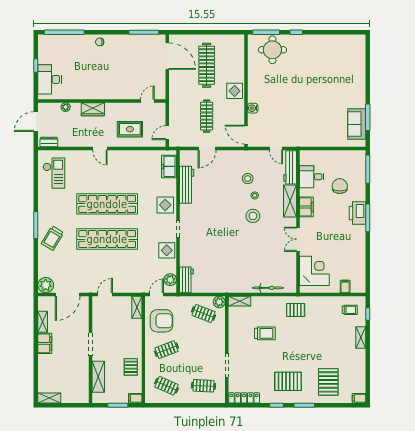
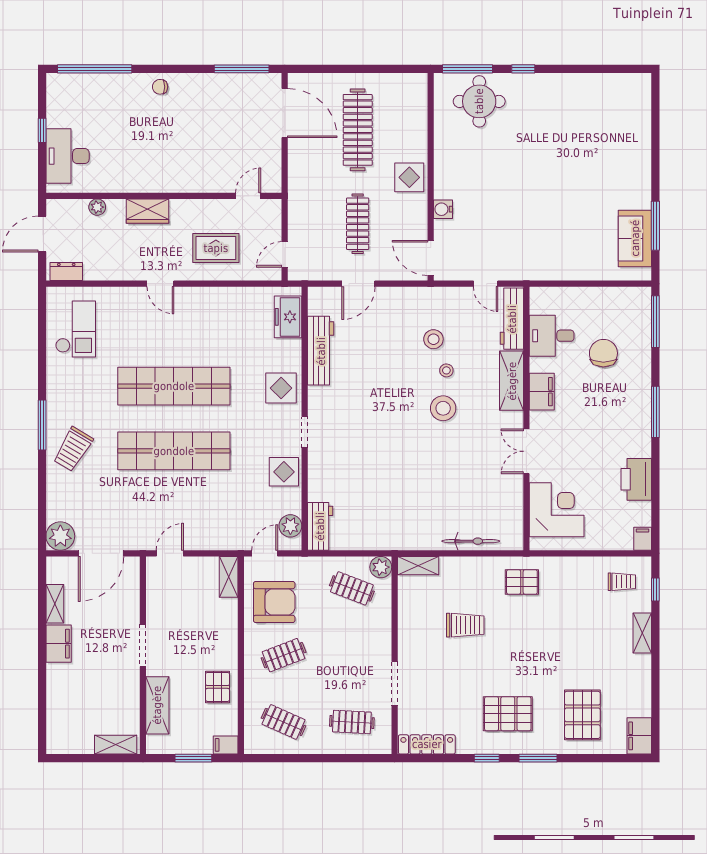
printer: (357, 213) -> (636, 479), moved
filing cabinet: (345, 287) -> (643, 539), moved
shelving: (49, 398) -> (116, 745), moved
filing cabinet: (359, 398) -> (639, 736), width x2.00

